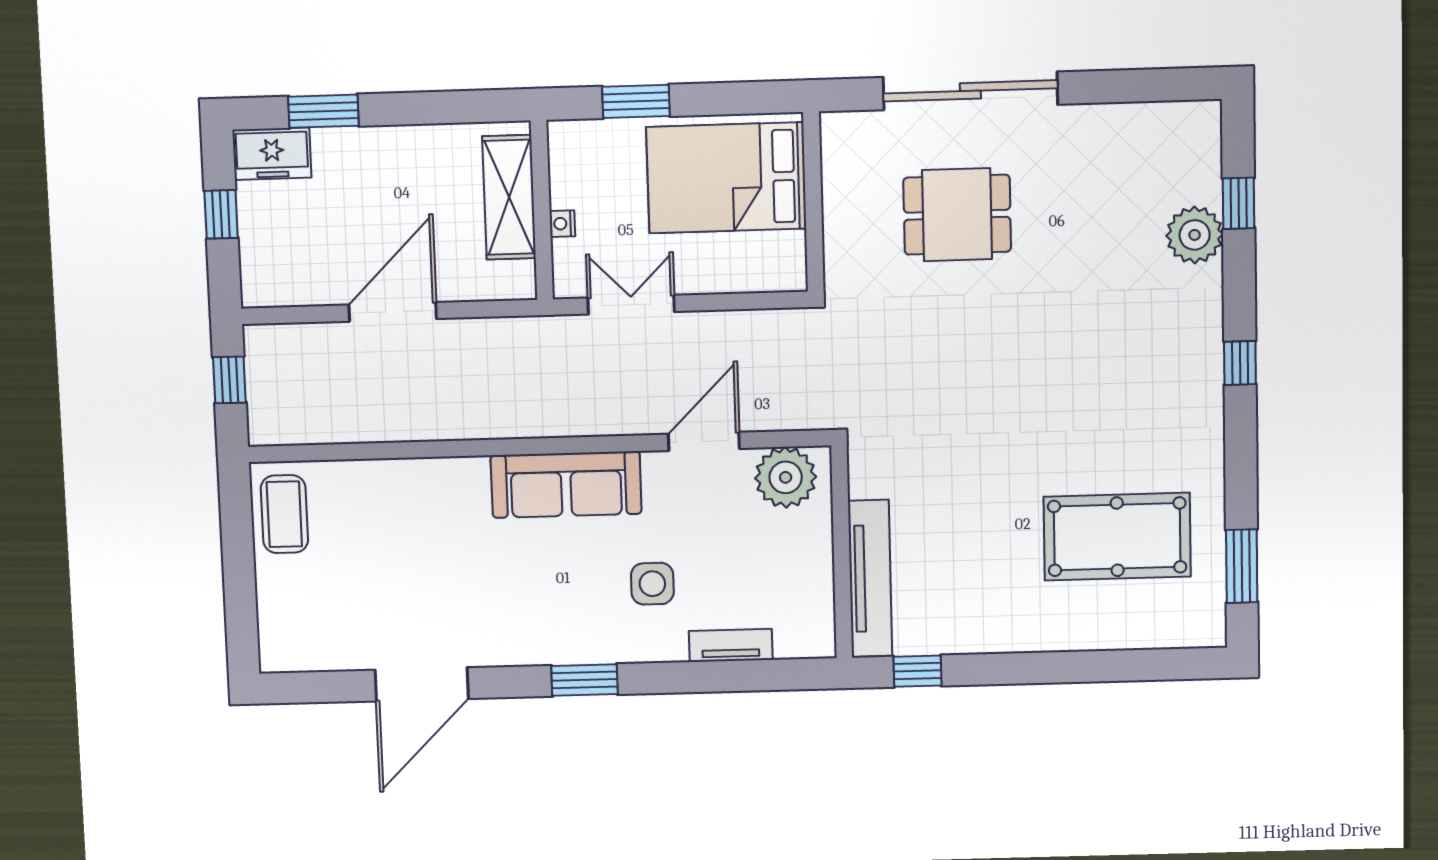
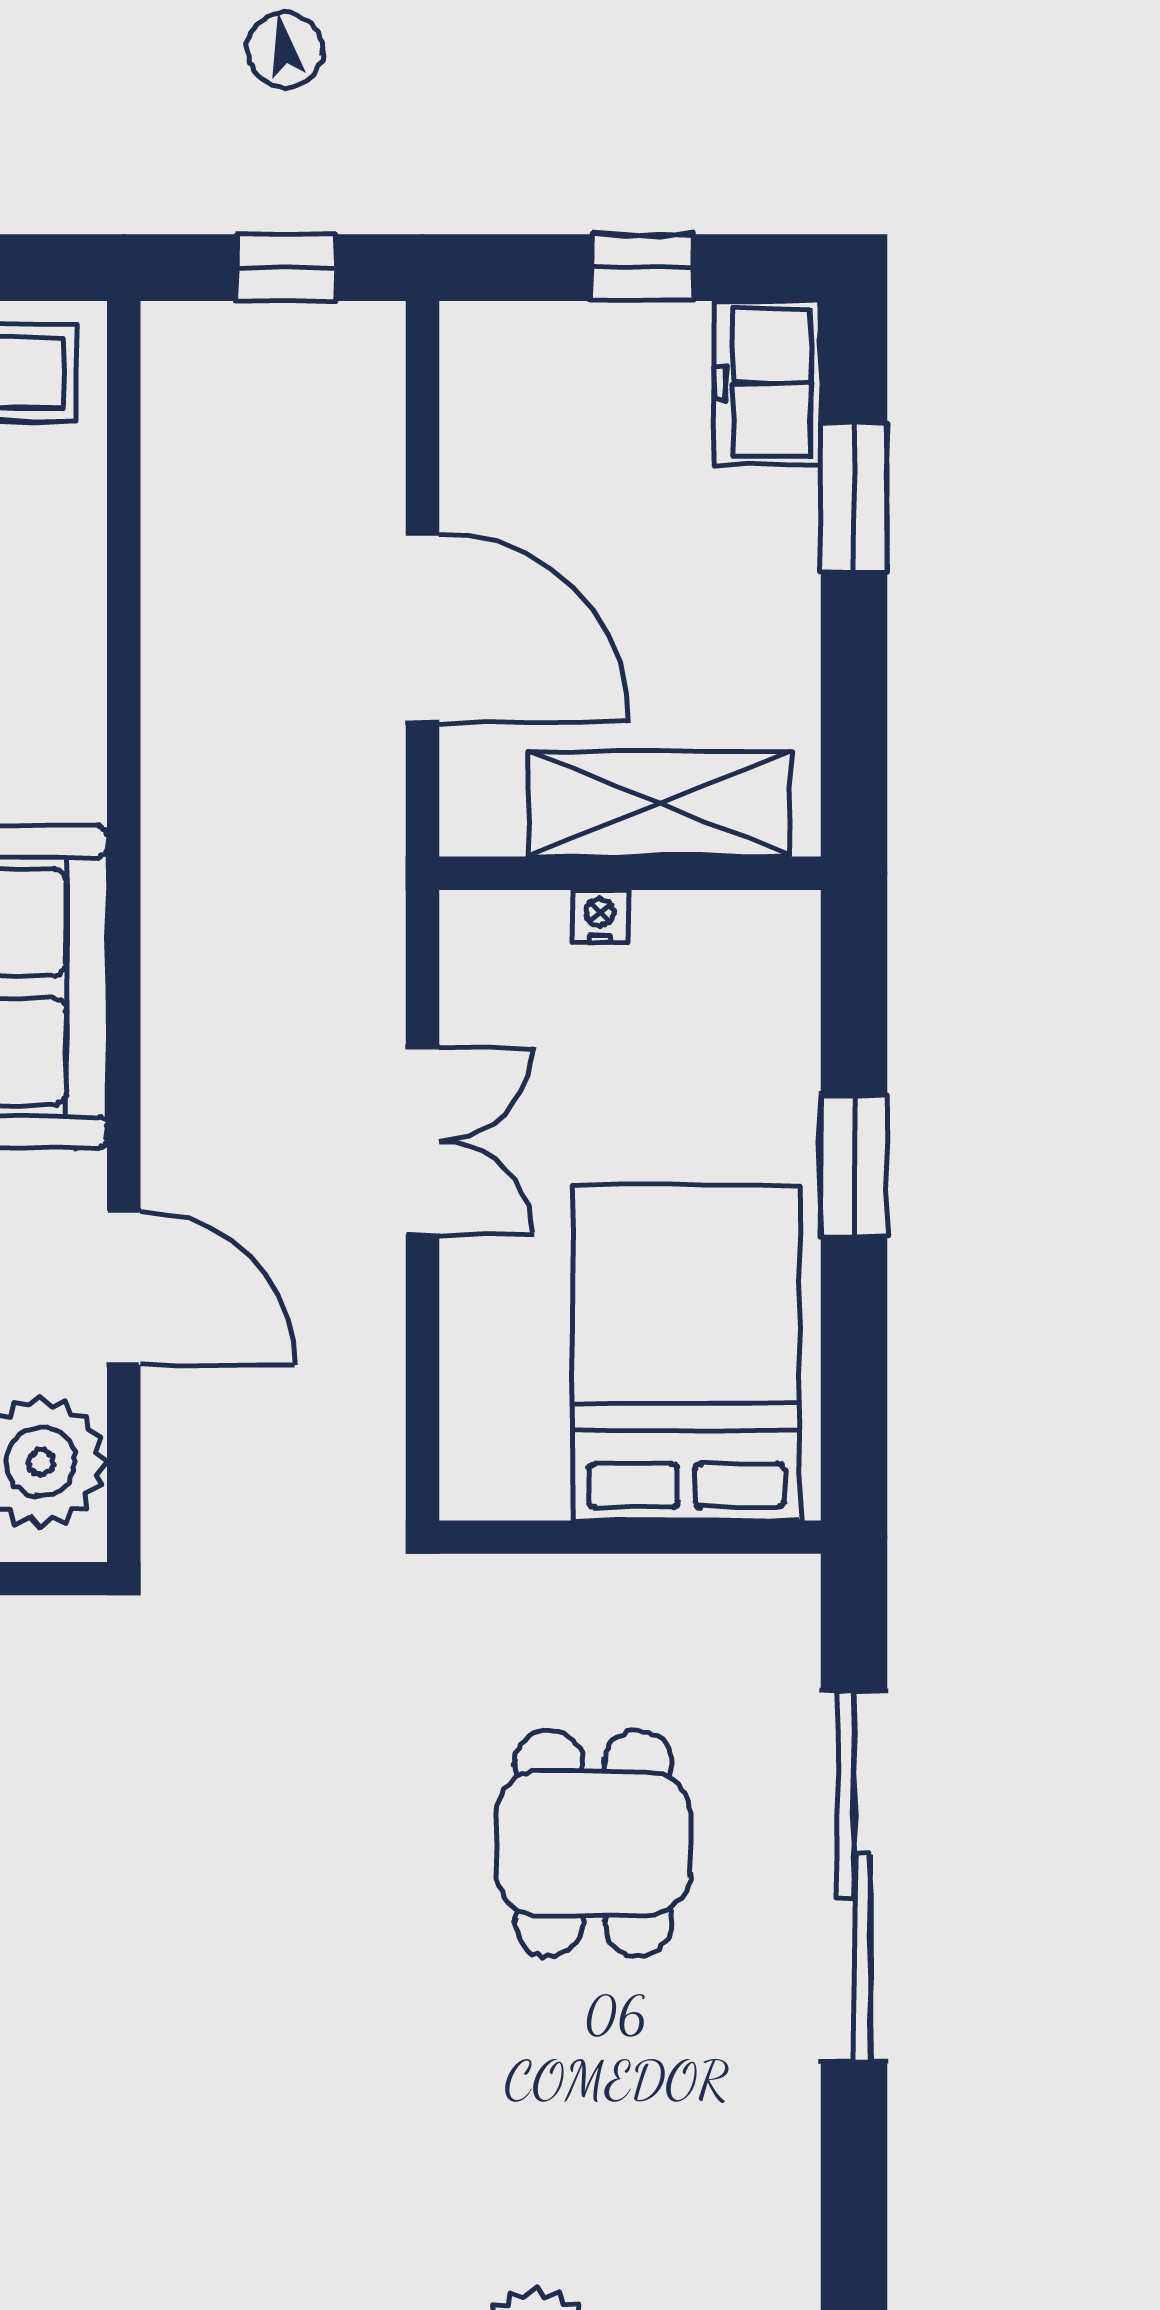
shelving: (509, 197) -> (660, 804), moved
wall: (542, 210) -> (630, 873), moved
nightstand: (562, 224) -> (600, 916), moved

